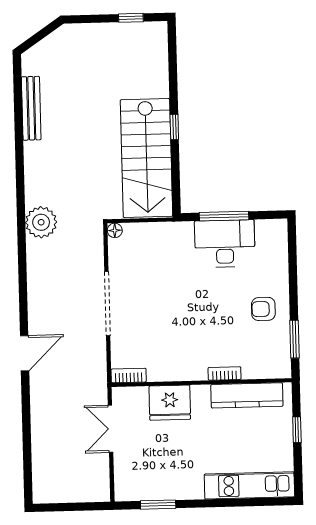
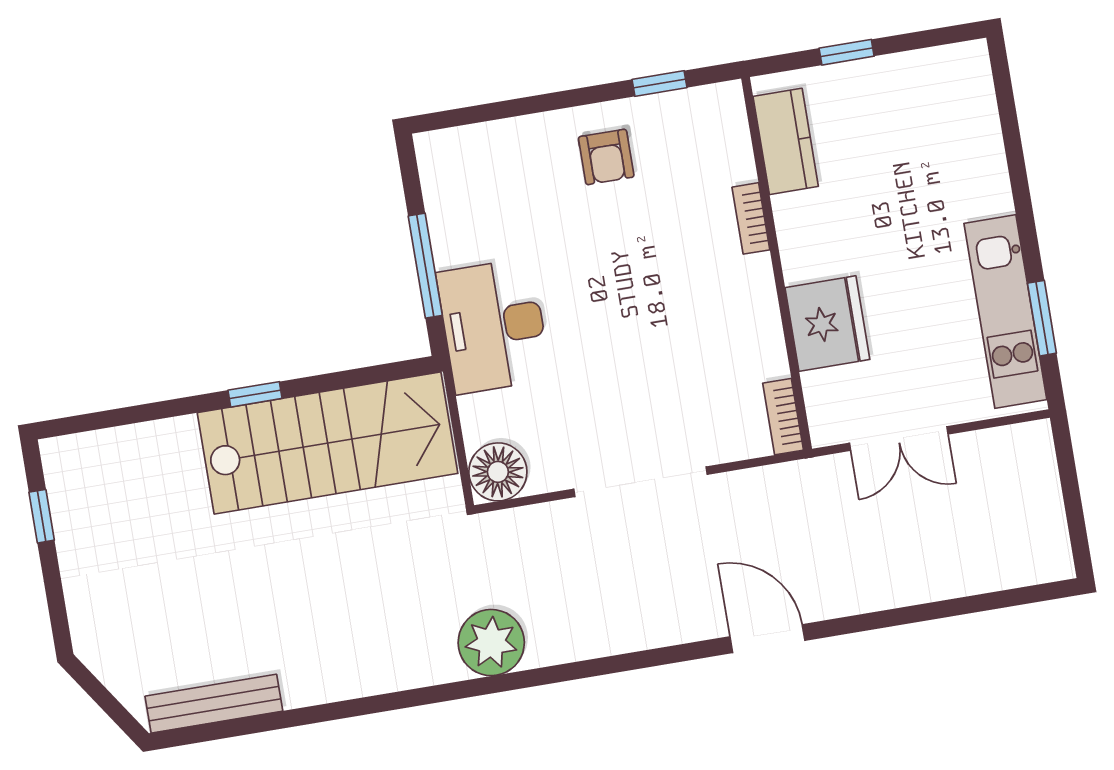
bench: (31, 108) -> (214, 704), moved
floor lamp: (115, 230) -> (498, 472), width x1.89, depth x1.89
desk: (225, 244) -> (494, 326), moved
window: (295, 339) -> (660, 83), width x0.67
kitchen counter: (247, 395) -> (786, 141), width x0.67
kitchen unit: (249, 485) -> (1005, 312), moved

